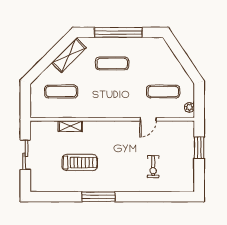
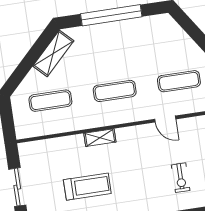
exercise mat: (112, 63) -> (115, 91), moved
door: (148, 119) -> (165, 119), hinge flipped
shelving: (70, 126) -> (100, 138), moved

